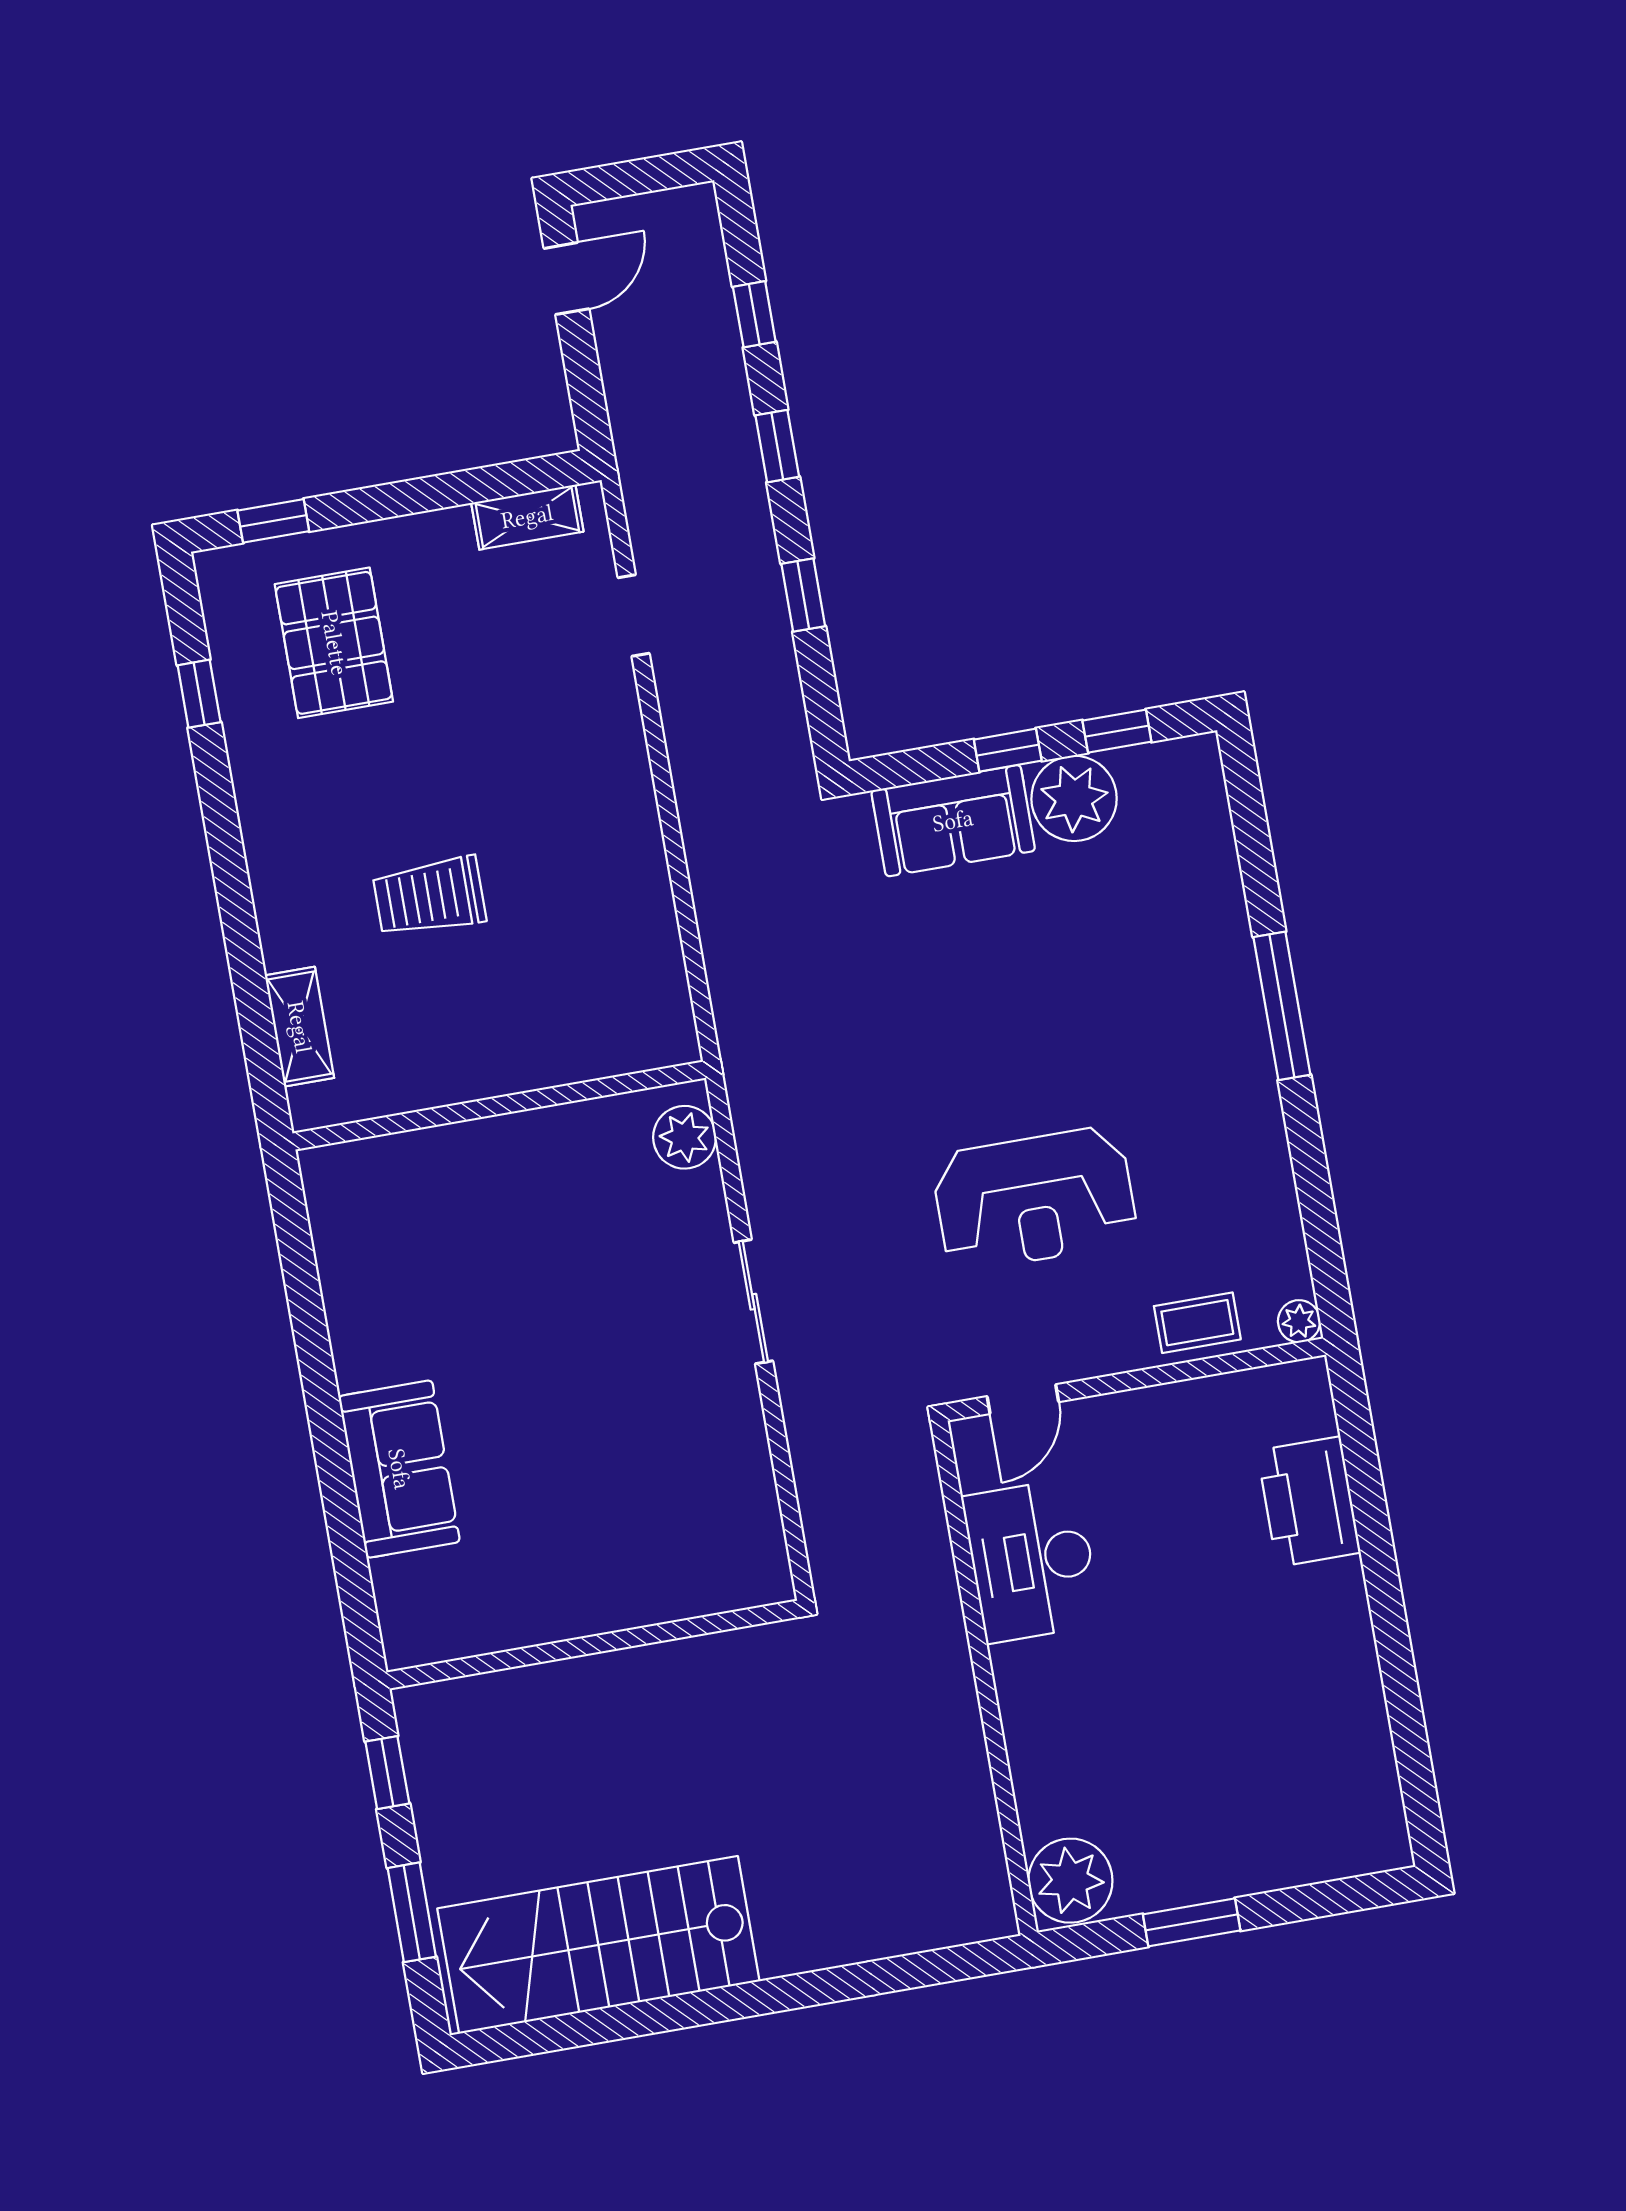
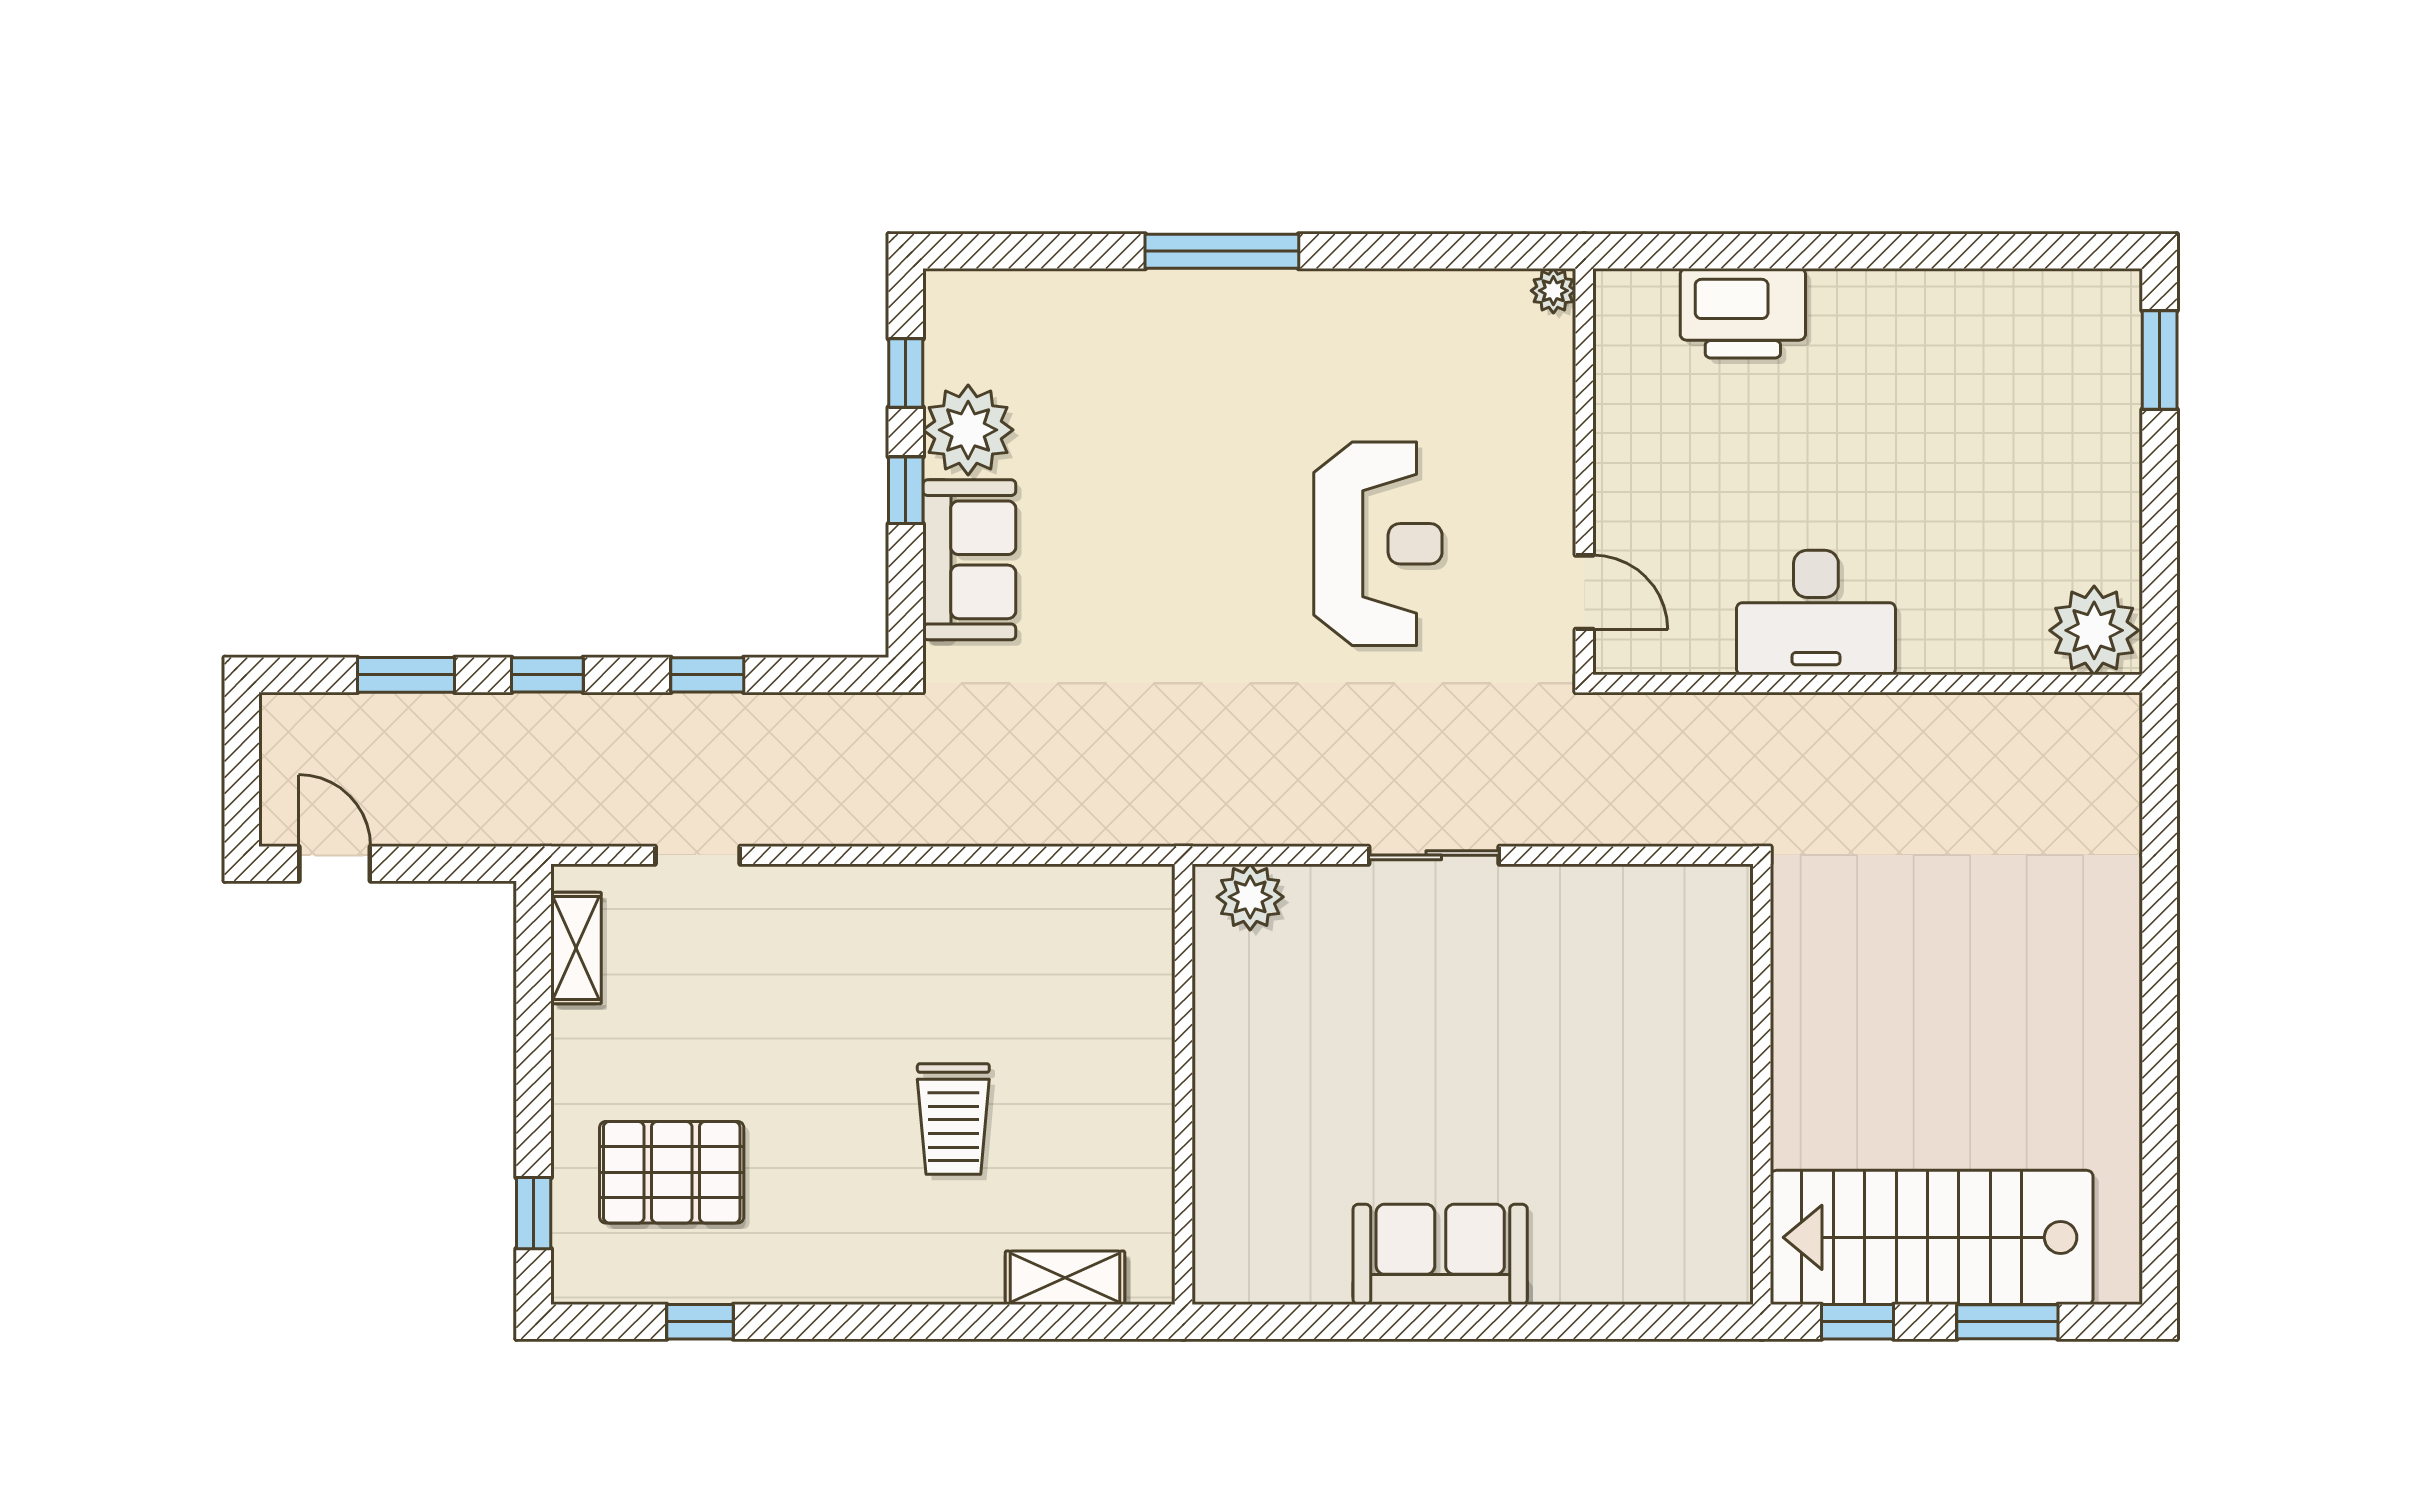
window: (754, 314) -> (406, 675), width x1.50
coffee table: (1197, 1323) -> (1536, 397), removed
sofa: (399, 1469) -> (1440, 1254), moved
desk: (1032, 1560) -> (1816, 613), moved
window: (1192, 1922) -> (2160, 360), moved
stairs: (598, 1945) -> (1932, 1237), moved, turned 90

